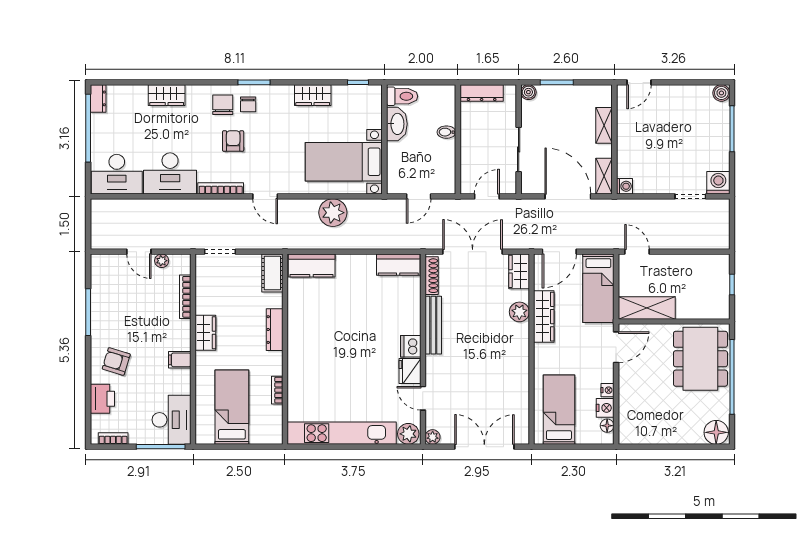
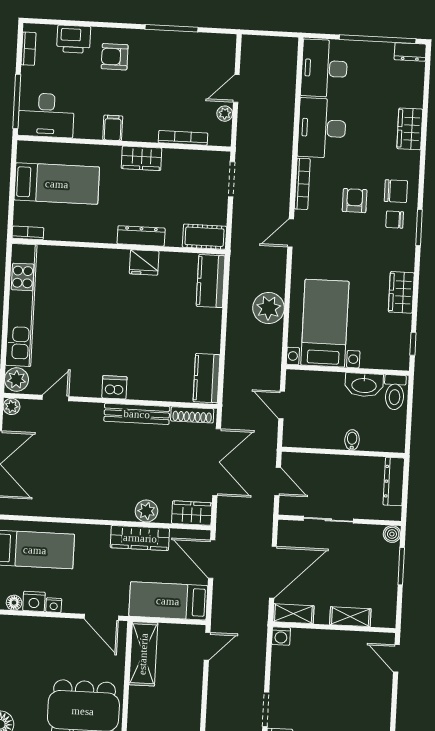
armchair: (233, 141) -> (355, 201), turned -90
armchair: (116, 361) -> (115, 57), turned -107
fridge: (410, 371) -> (144, 262), moved, turned 180
bookcase: (277, 390) -> (28, 233), moved

